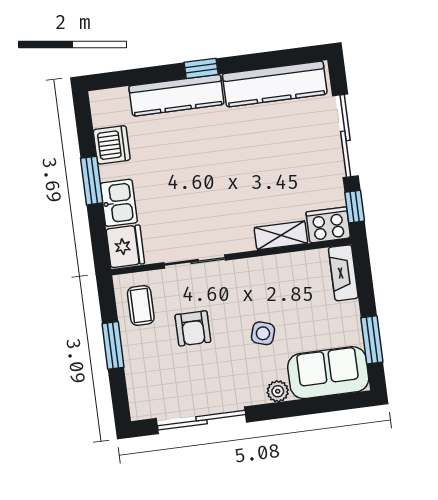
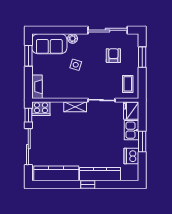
shelving: (281, 235) -> (75, 107), moved
armchair: (193, 328) -> (113, 56), moved
window: (113, 345) -> (142, 57), moved

